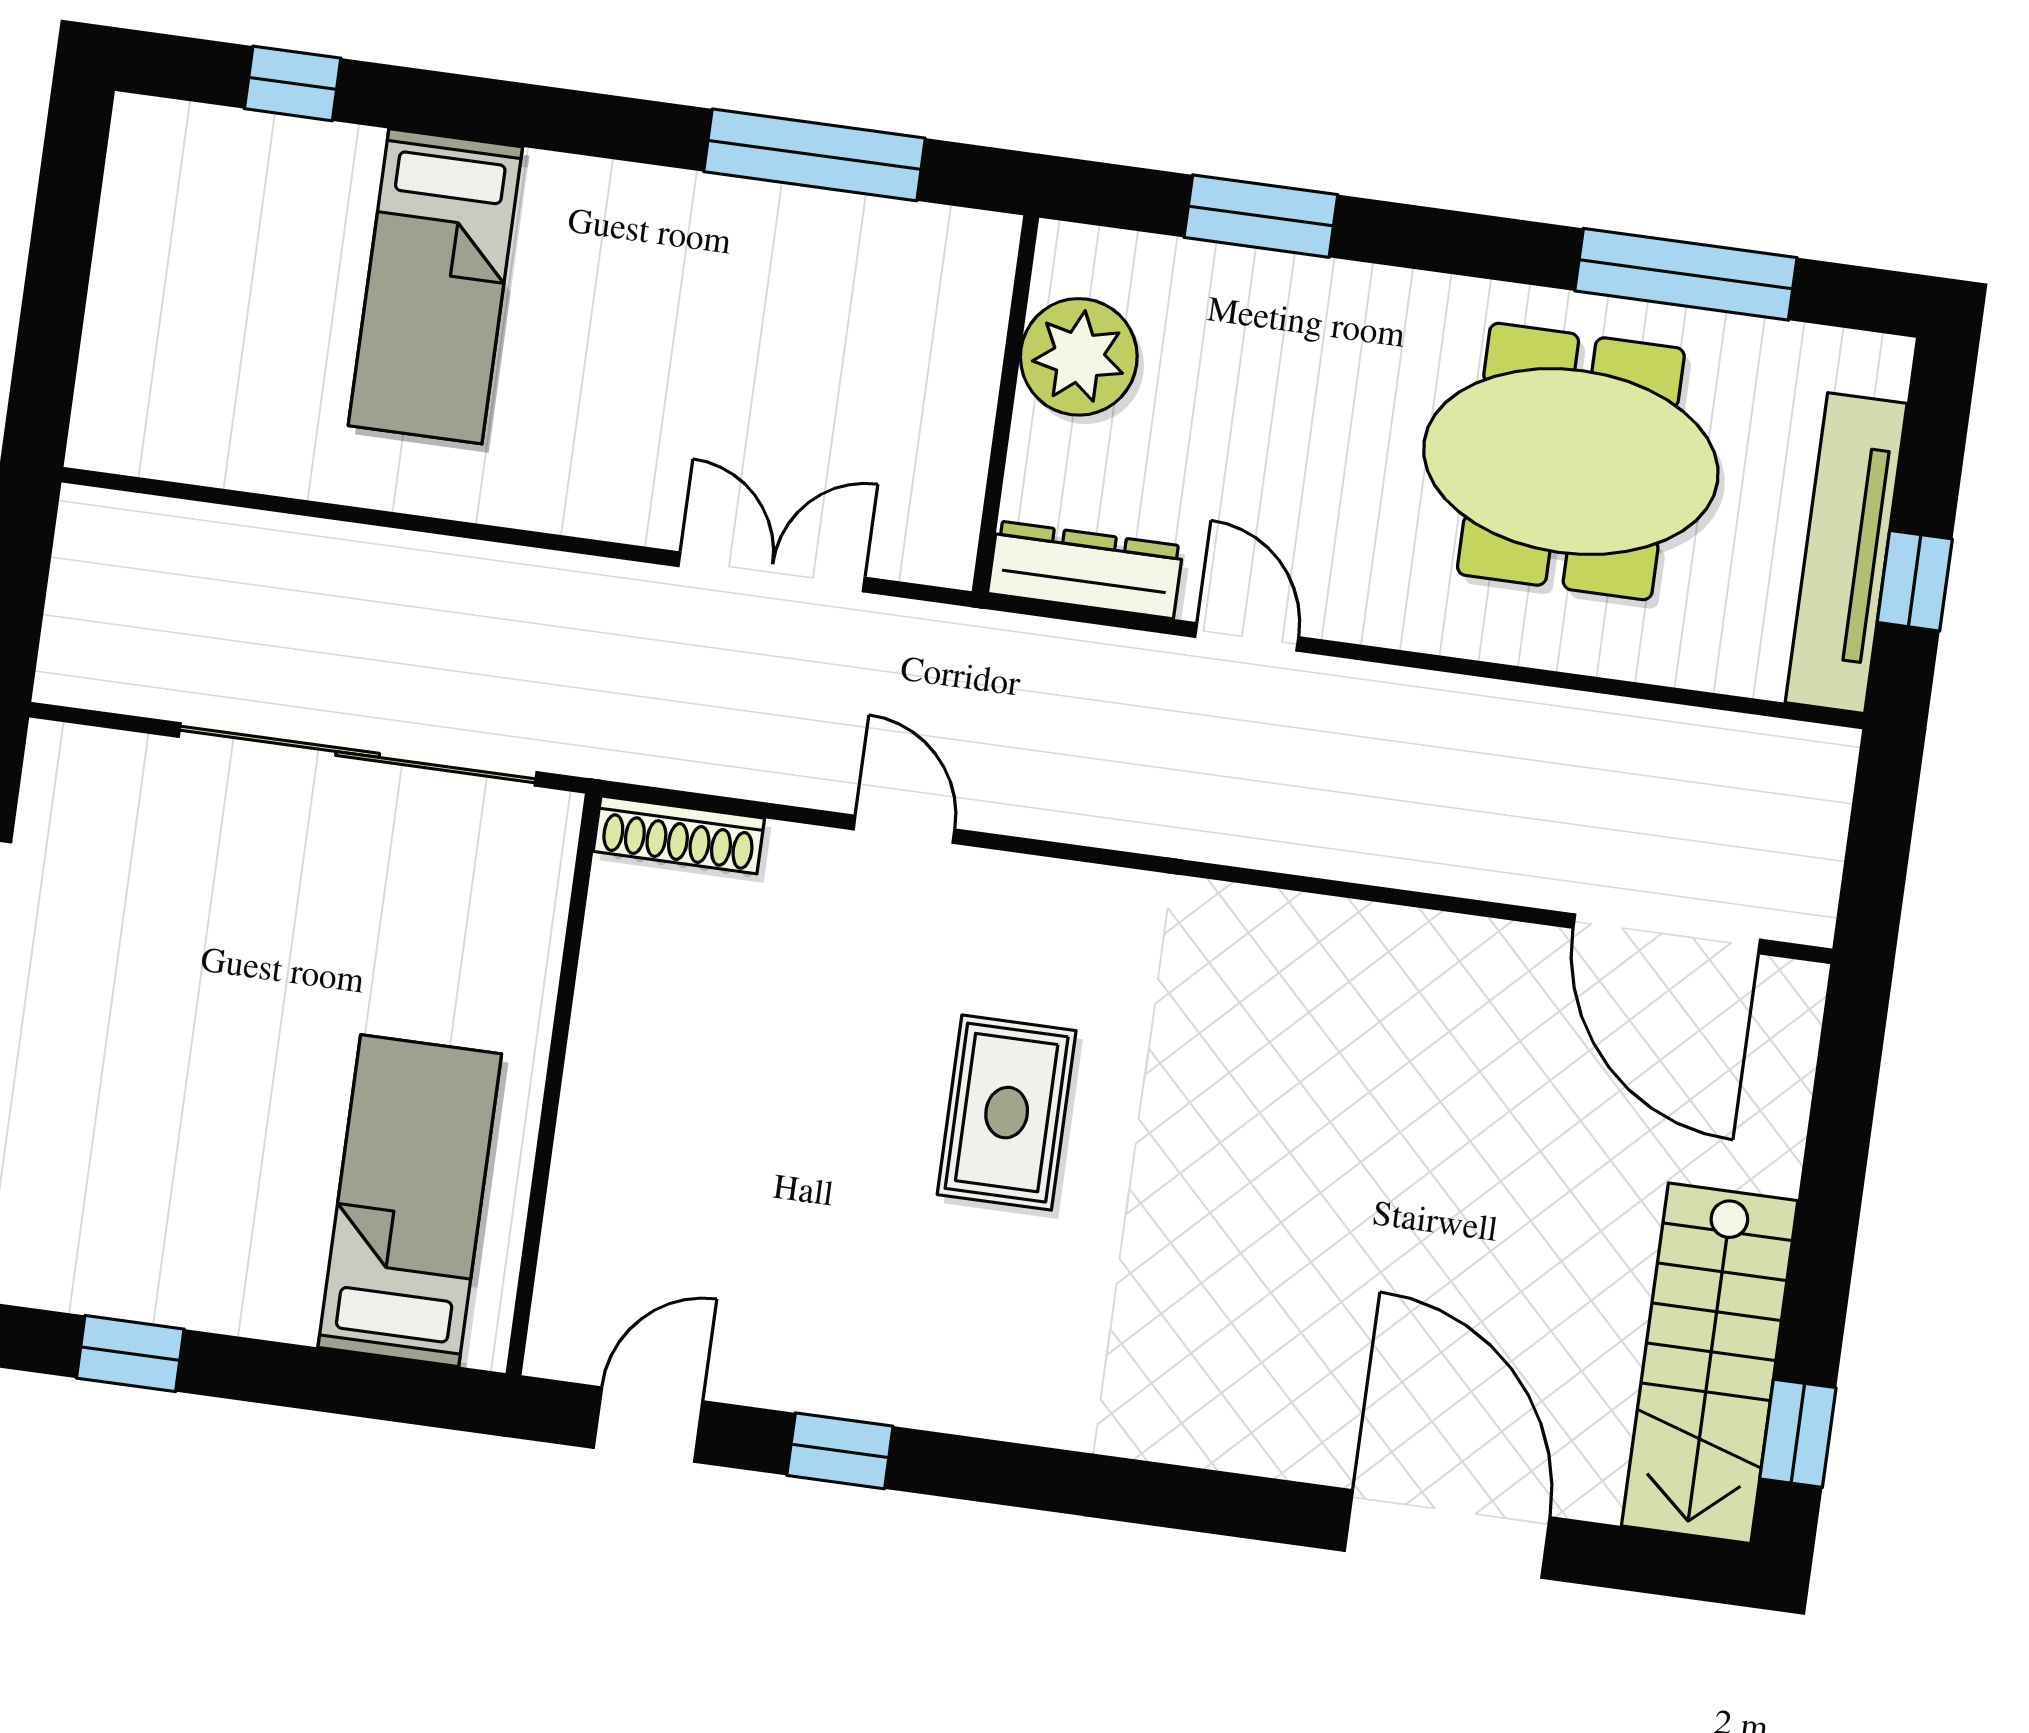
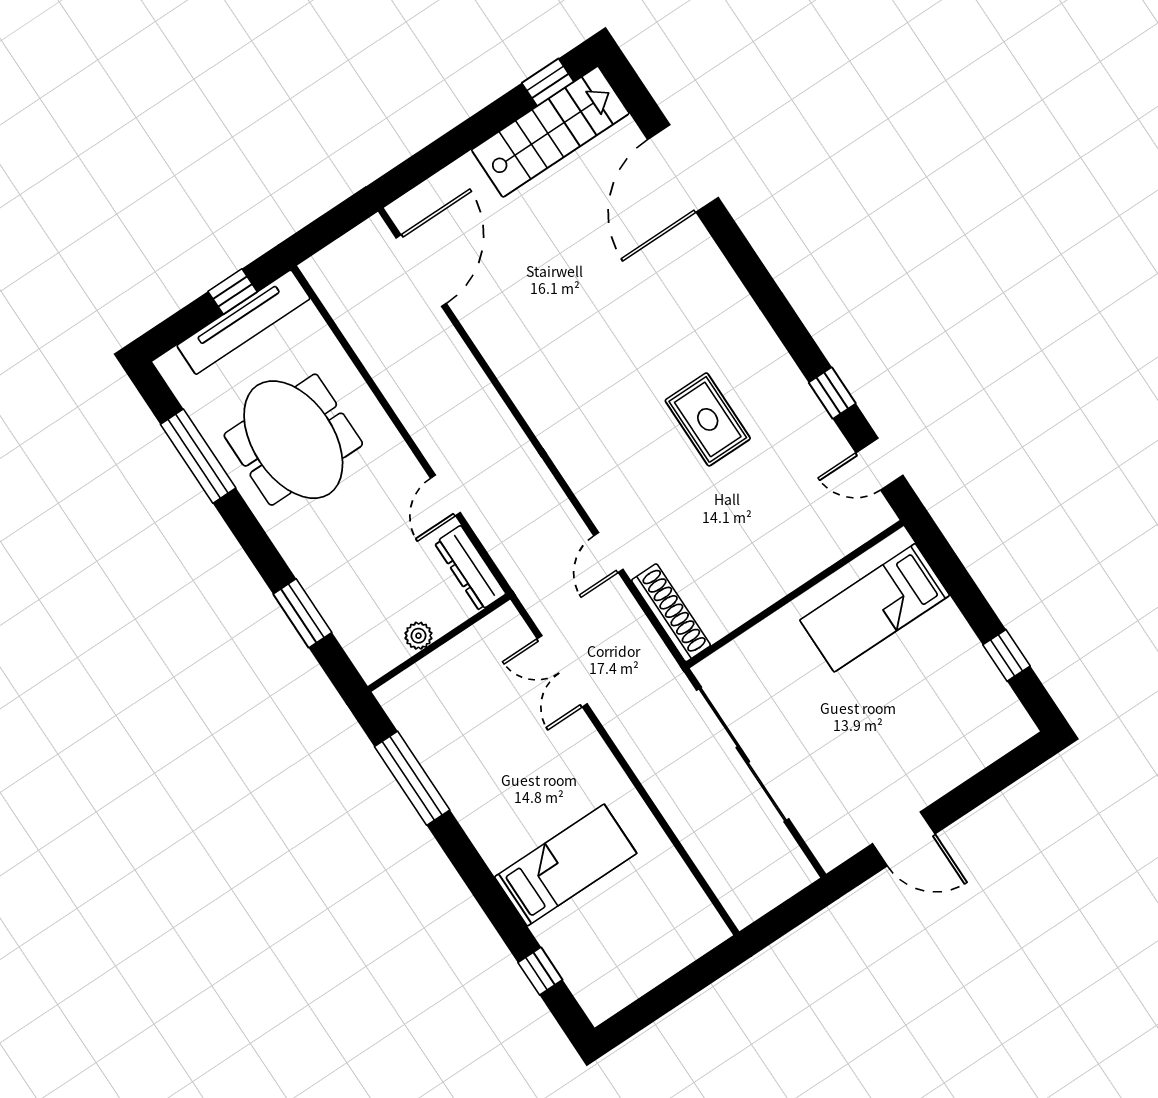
plant: (1079, 357) -> (418, 636), width x0.53, depth x0.53
shoe rack: (679, 835) -> (671, 613), width x1.36, depth x1.24
rug: (1007, 1113) -> (708, 419), moved, turned 90

